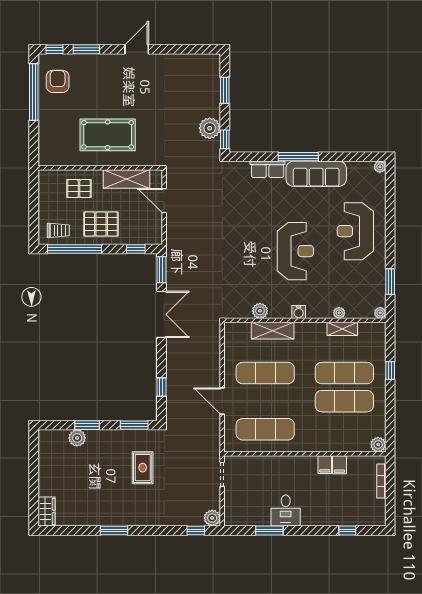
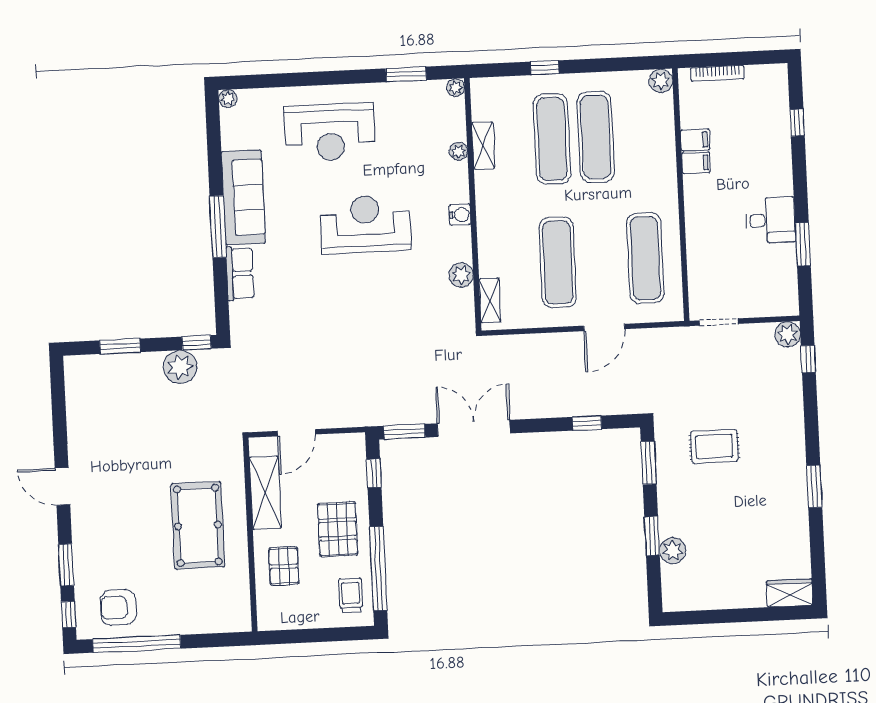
shelving: (273, 331) -> (490, 300), moved, width x0.67, depth x0.75

